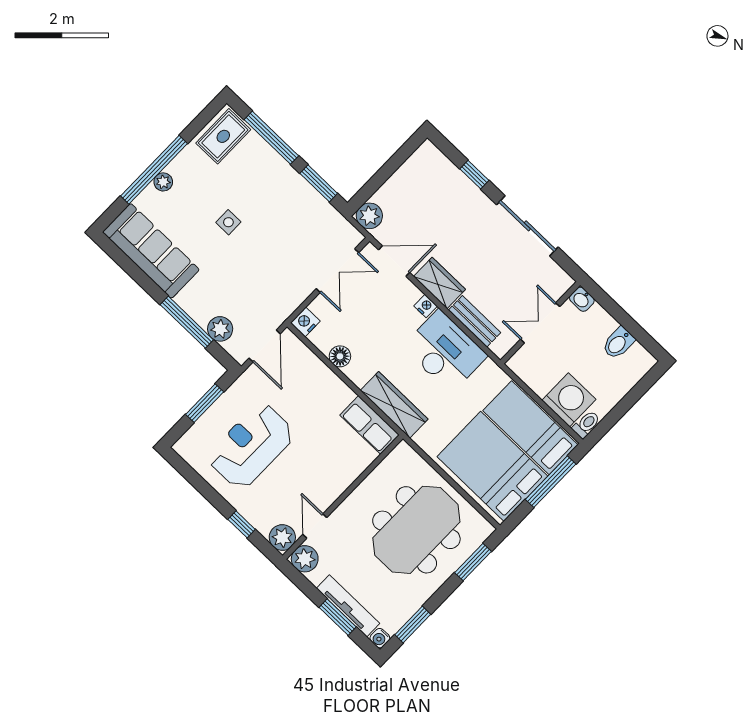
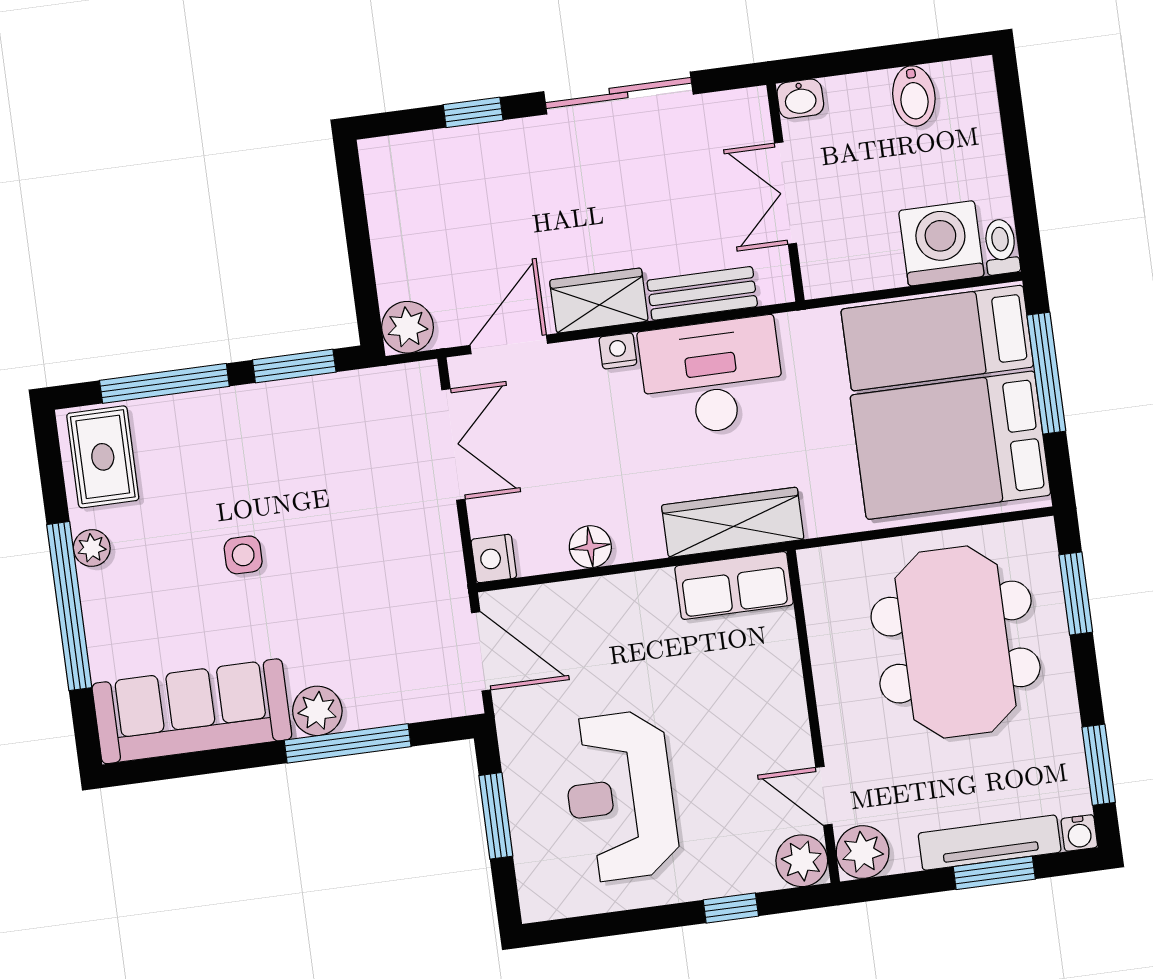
plant: (163, 182) -> (92, 548), moved
plant: (220, 329) -> (317, 711), moved

